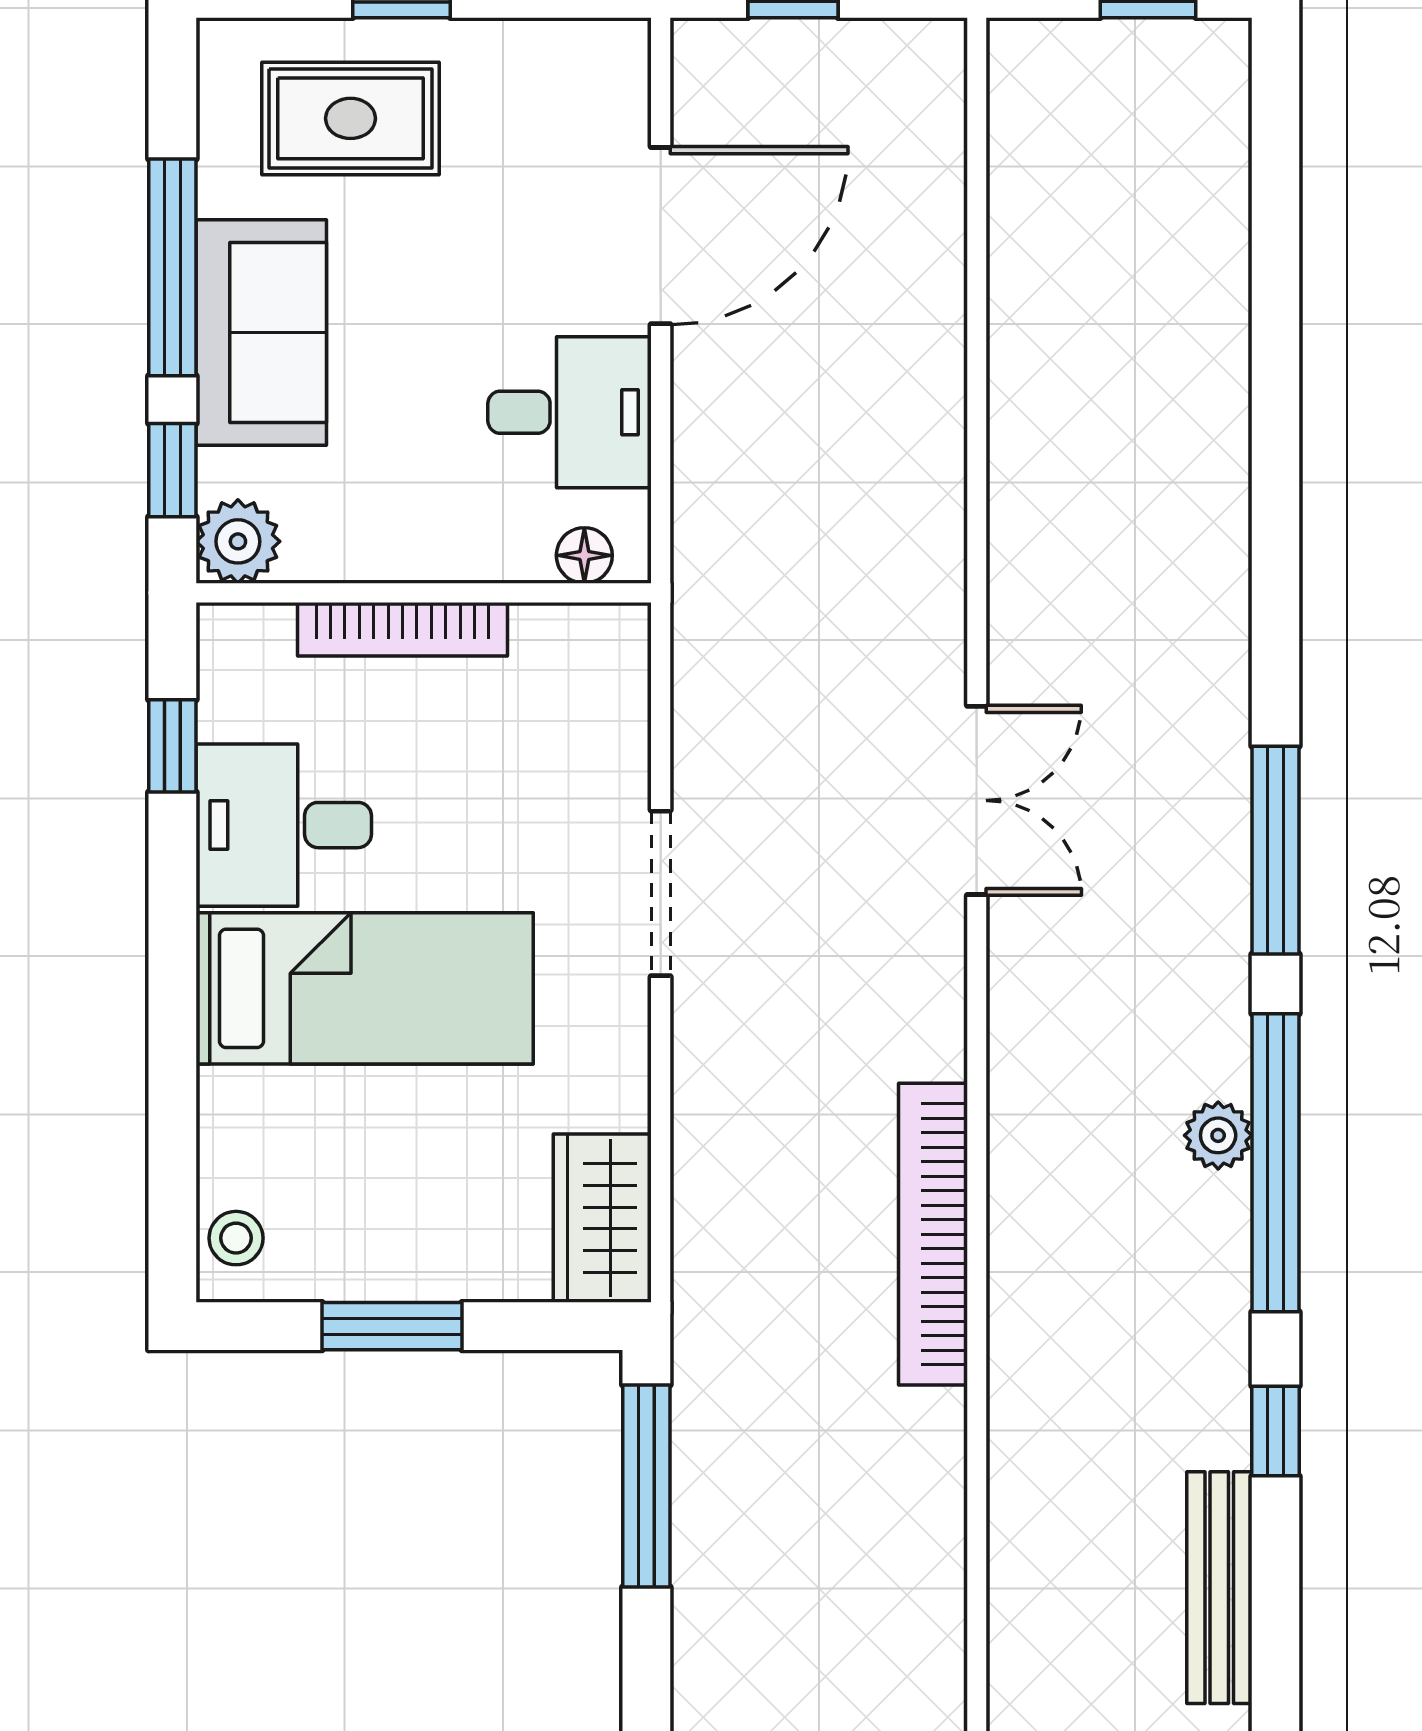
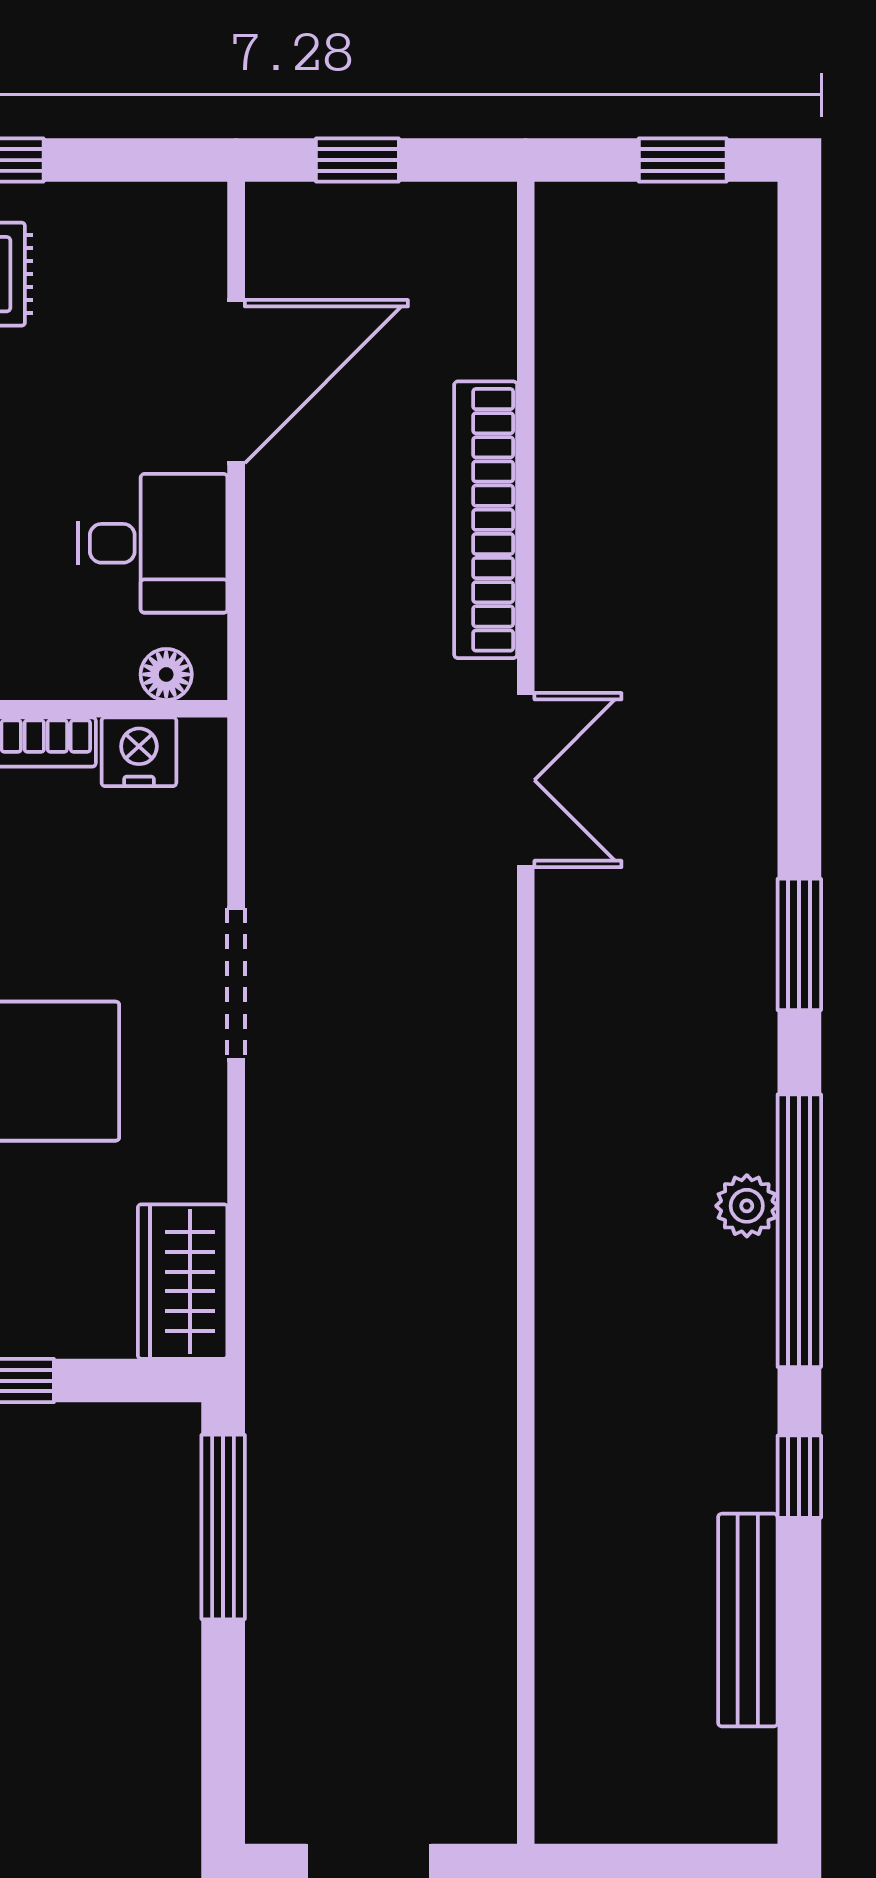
nightstand: (555, 640) -> (139, 752), added
double door: (977, 800) -> (526, 780), moved
window: (1275, 850) -> (799, 944), width x0.69
bookcase: (933, 1234) -> (486, 520), moved

